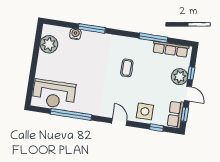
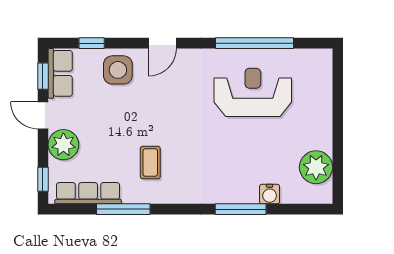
coffee table: (127, 68) -> (150, 163), moved
window: (191, 73) -> (43, 179), moved
reception desk: (54, 94) -> (253, 92), moved
door: (119, 122) -> (162, 43), hinge flipped

